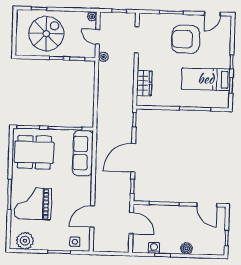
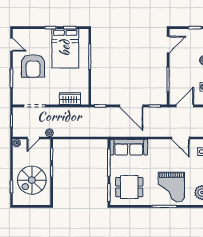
spiral stairs: (46, 34) -> (32, 180), turned -90
bed: (206, 79) -> (65, 48), width x1.50
dining table: (34, 152) -> (129, 187), width x0.73

